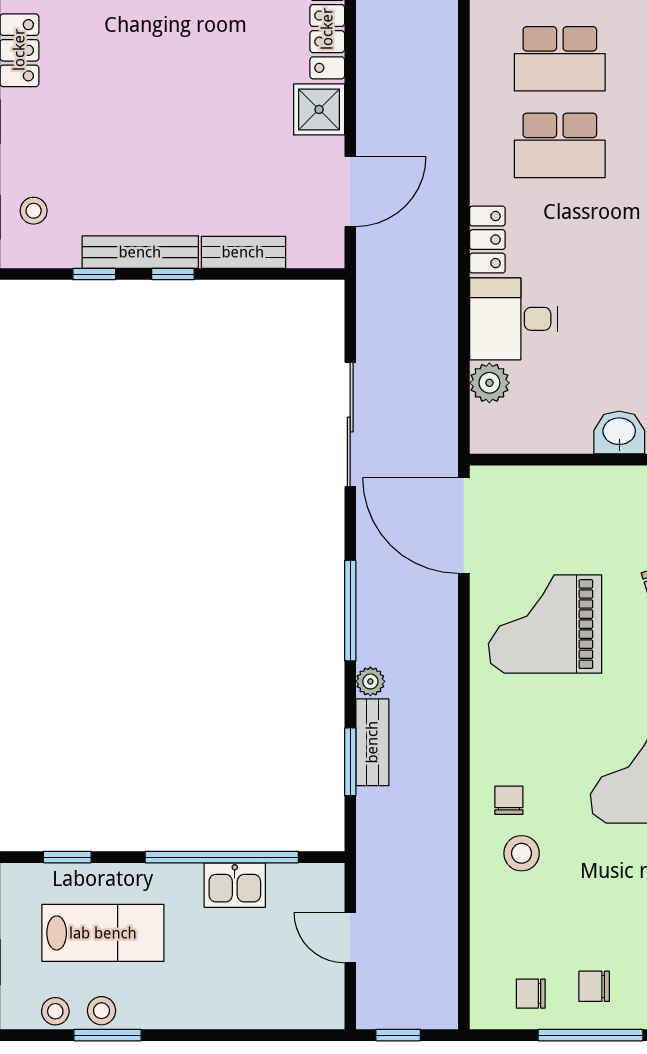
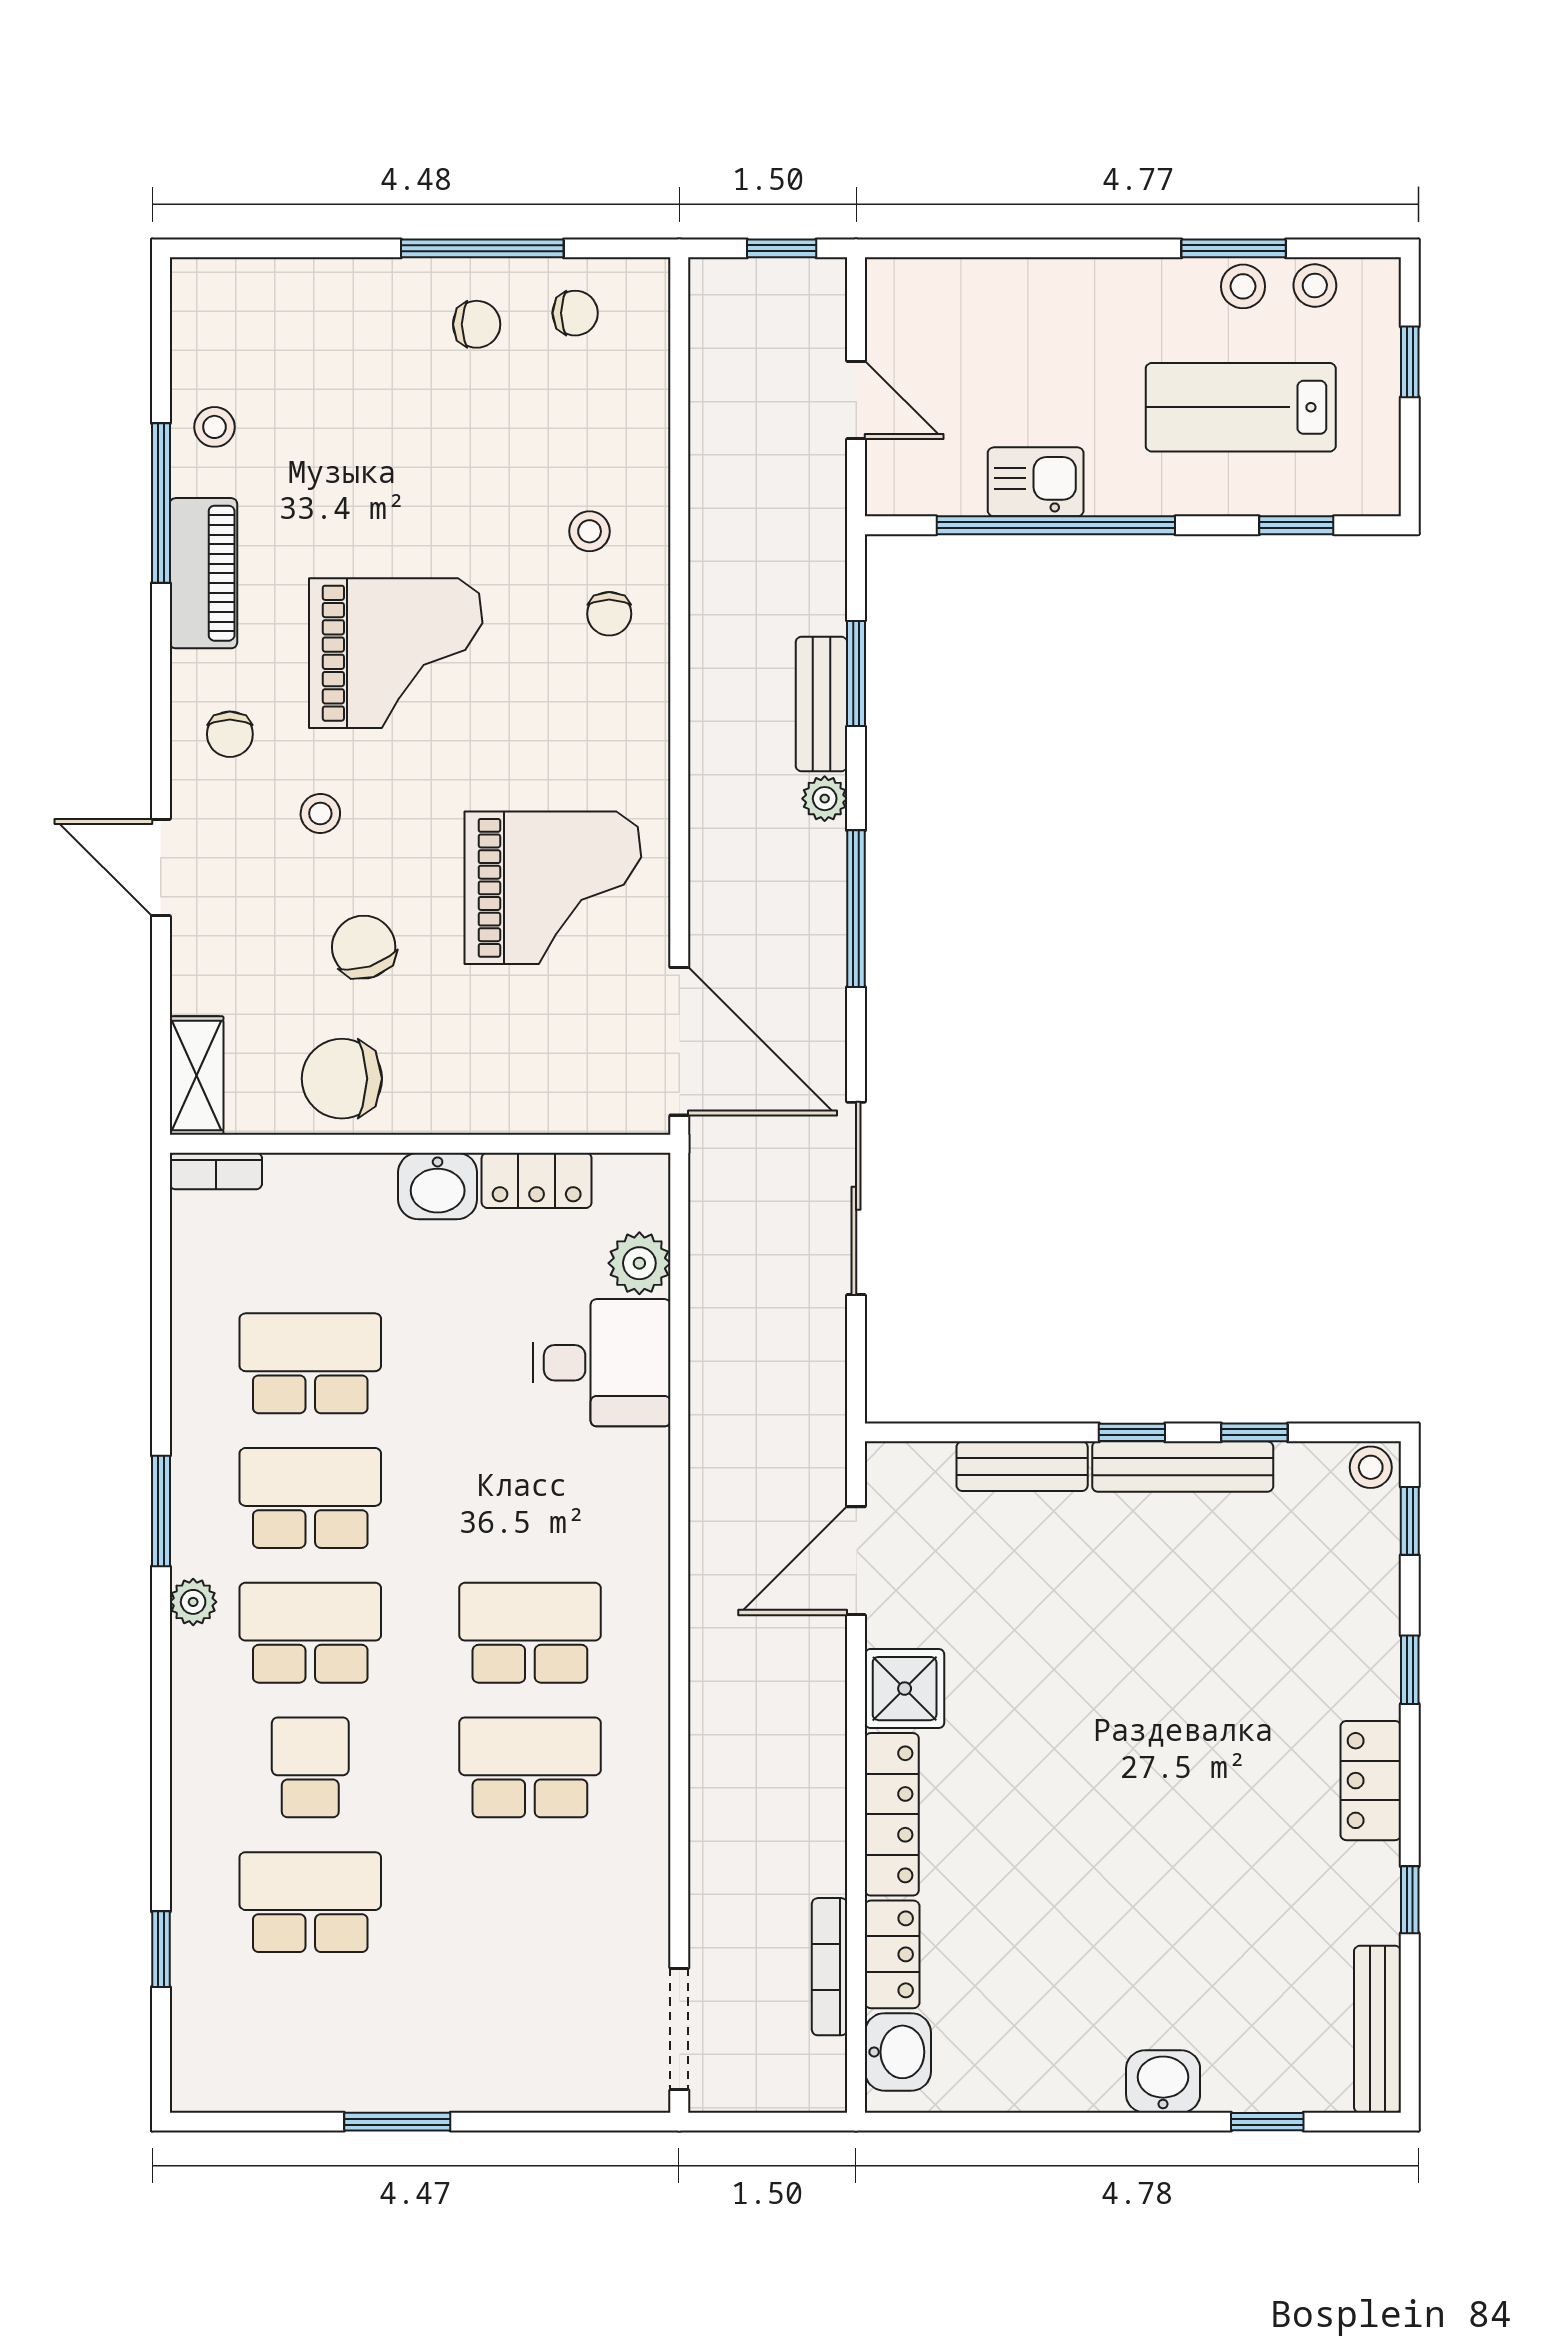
stool: (34, 211) -> (1371, 1467), moved
locker: (487, 240) -> (537, 1180), moved, turned -90
stool: (522, 853) -> (590, 531), width x0.73, depth x0.73

